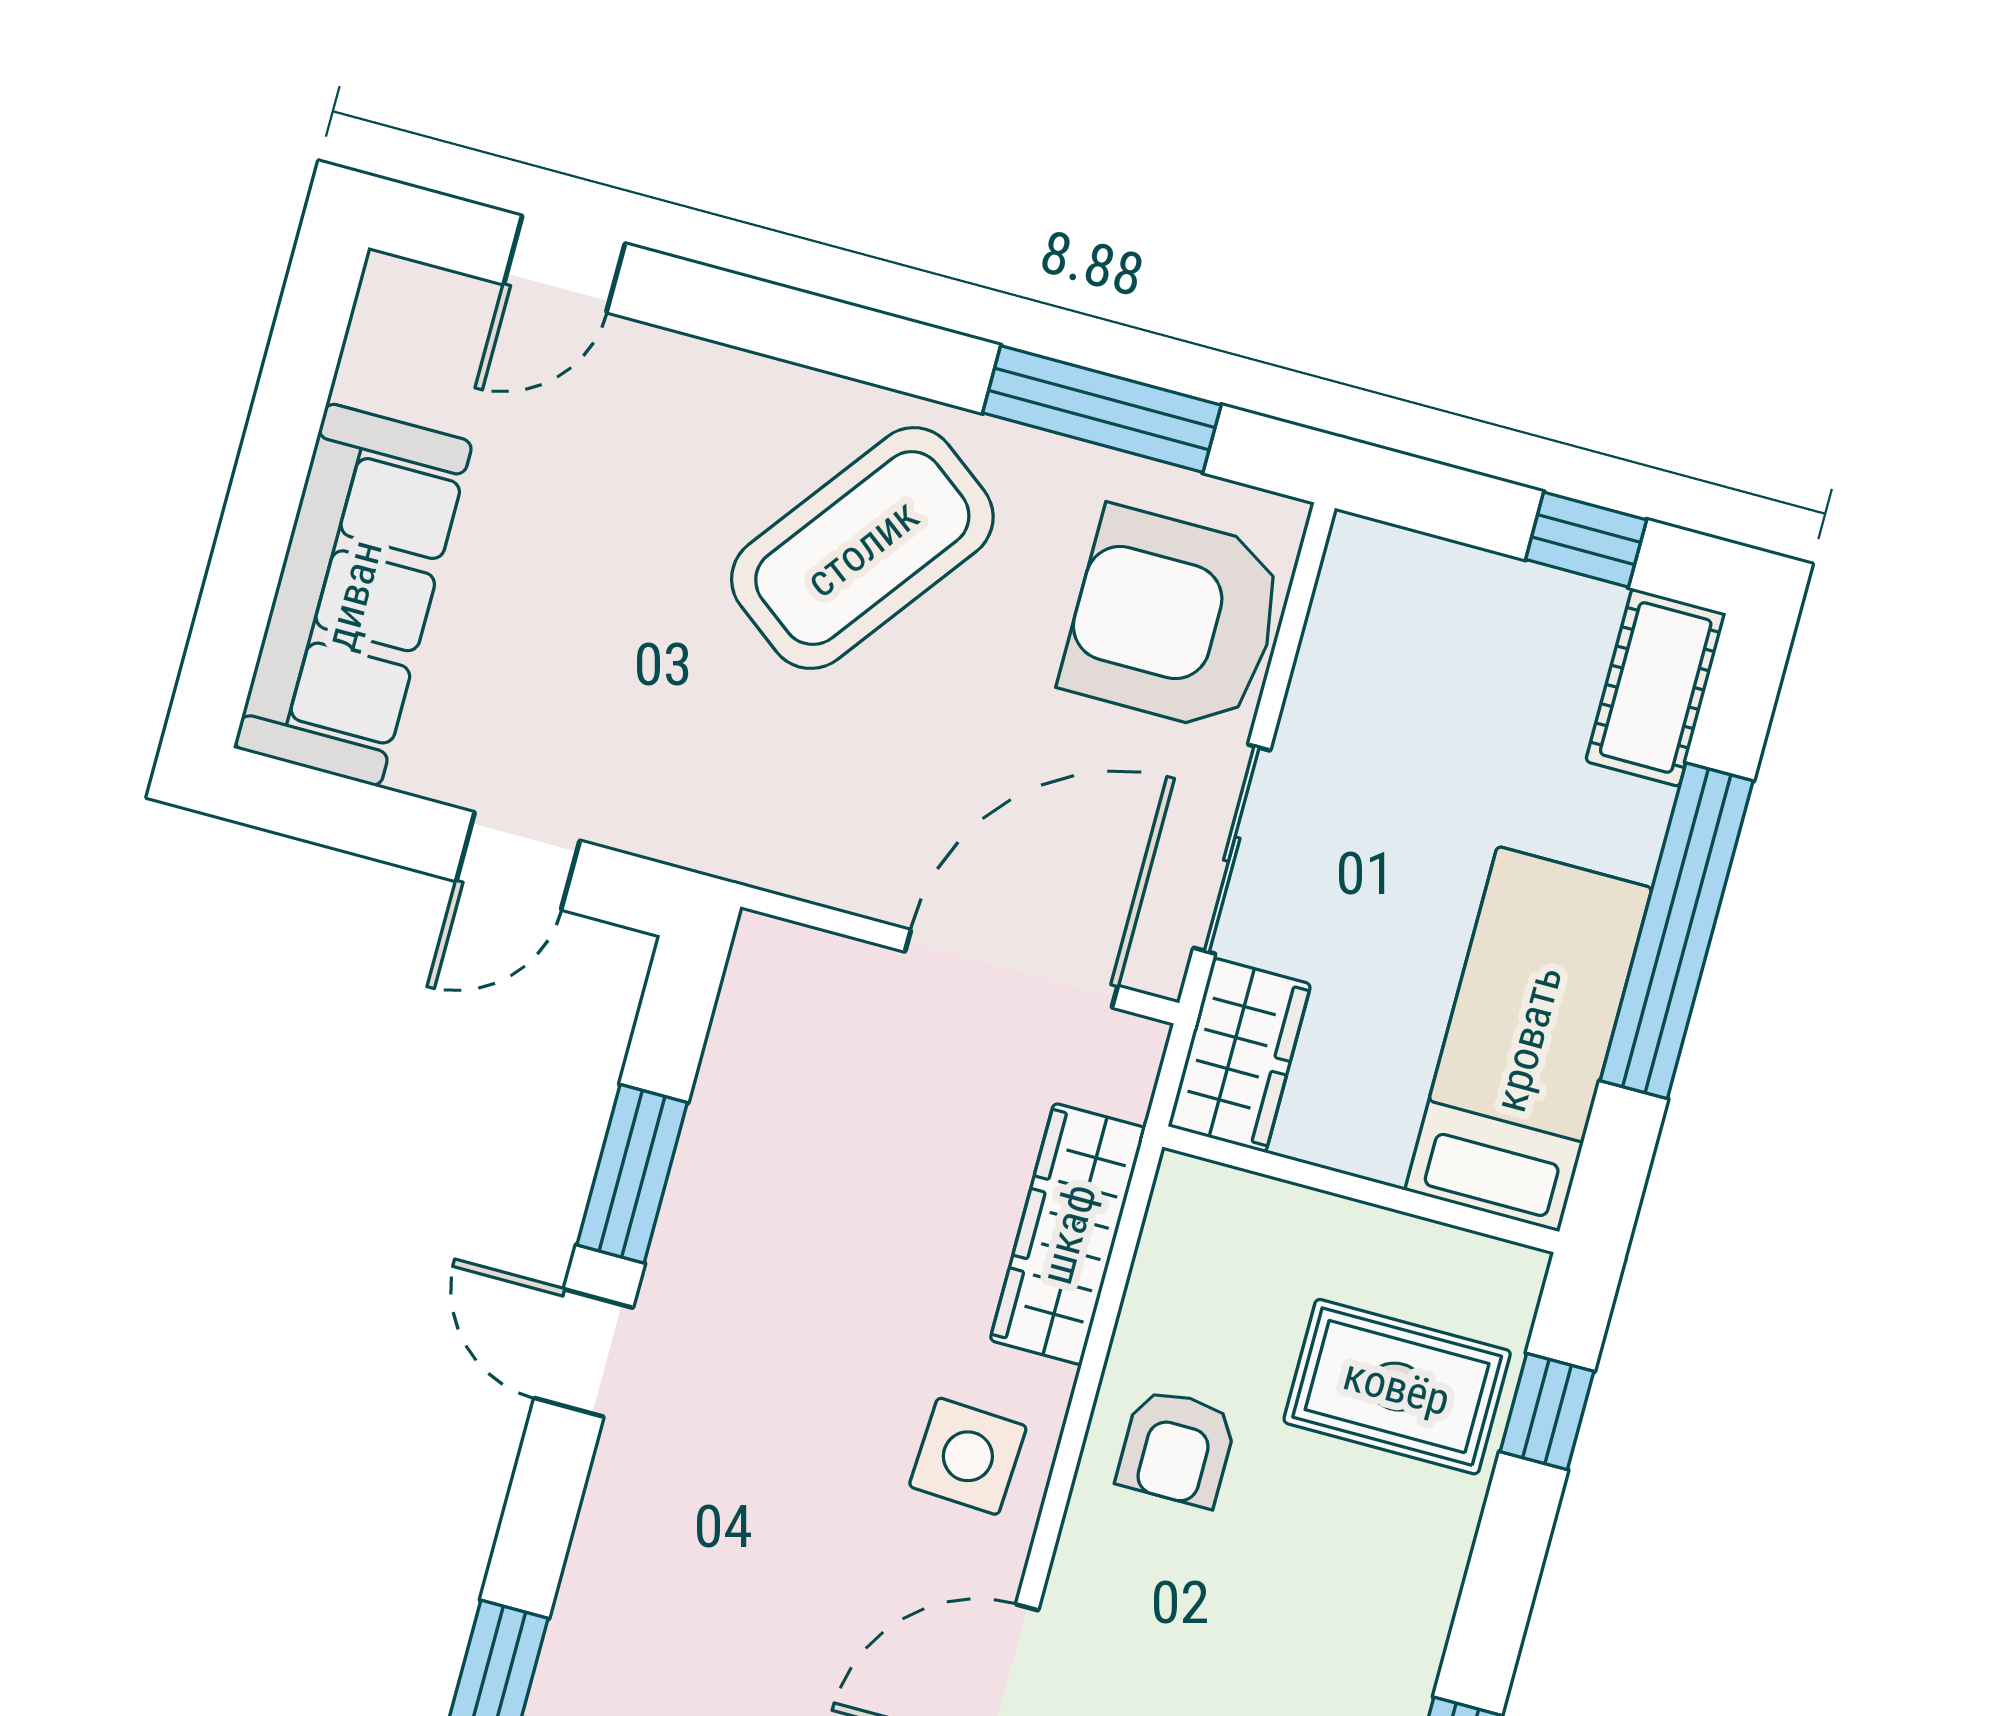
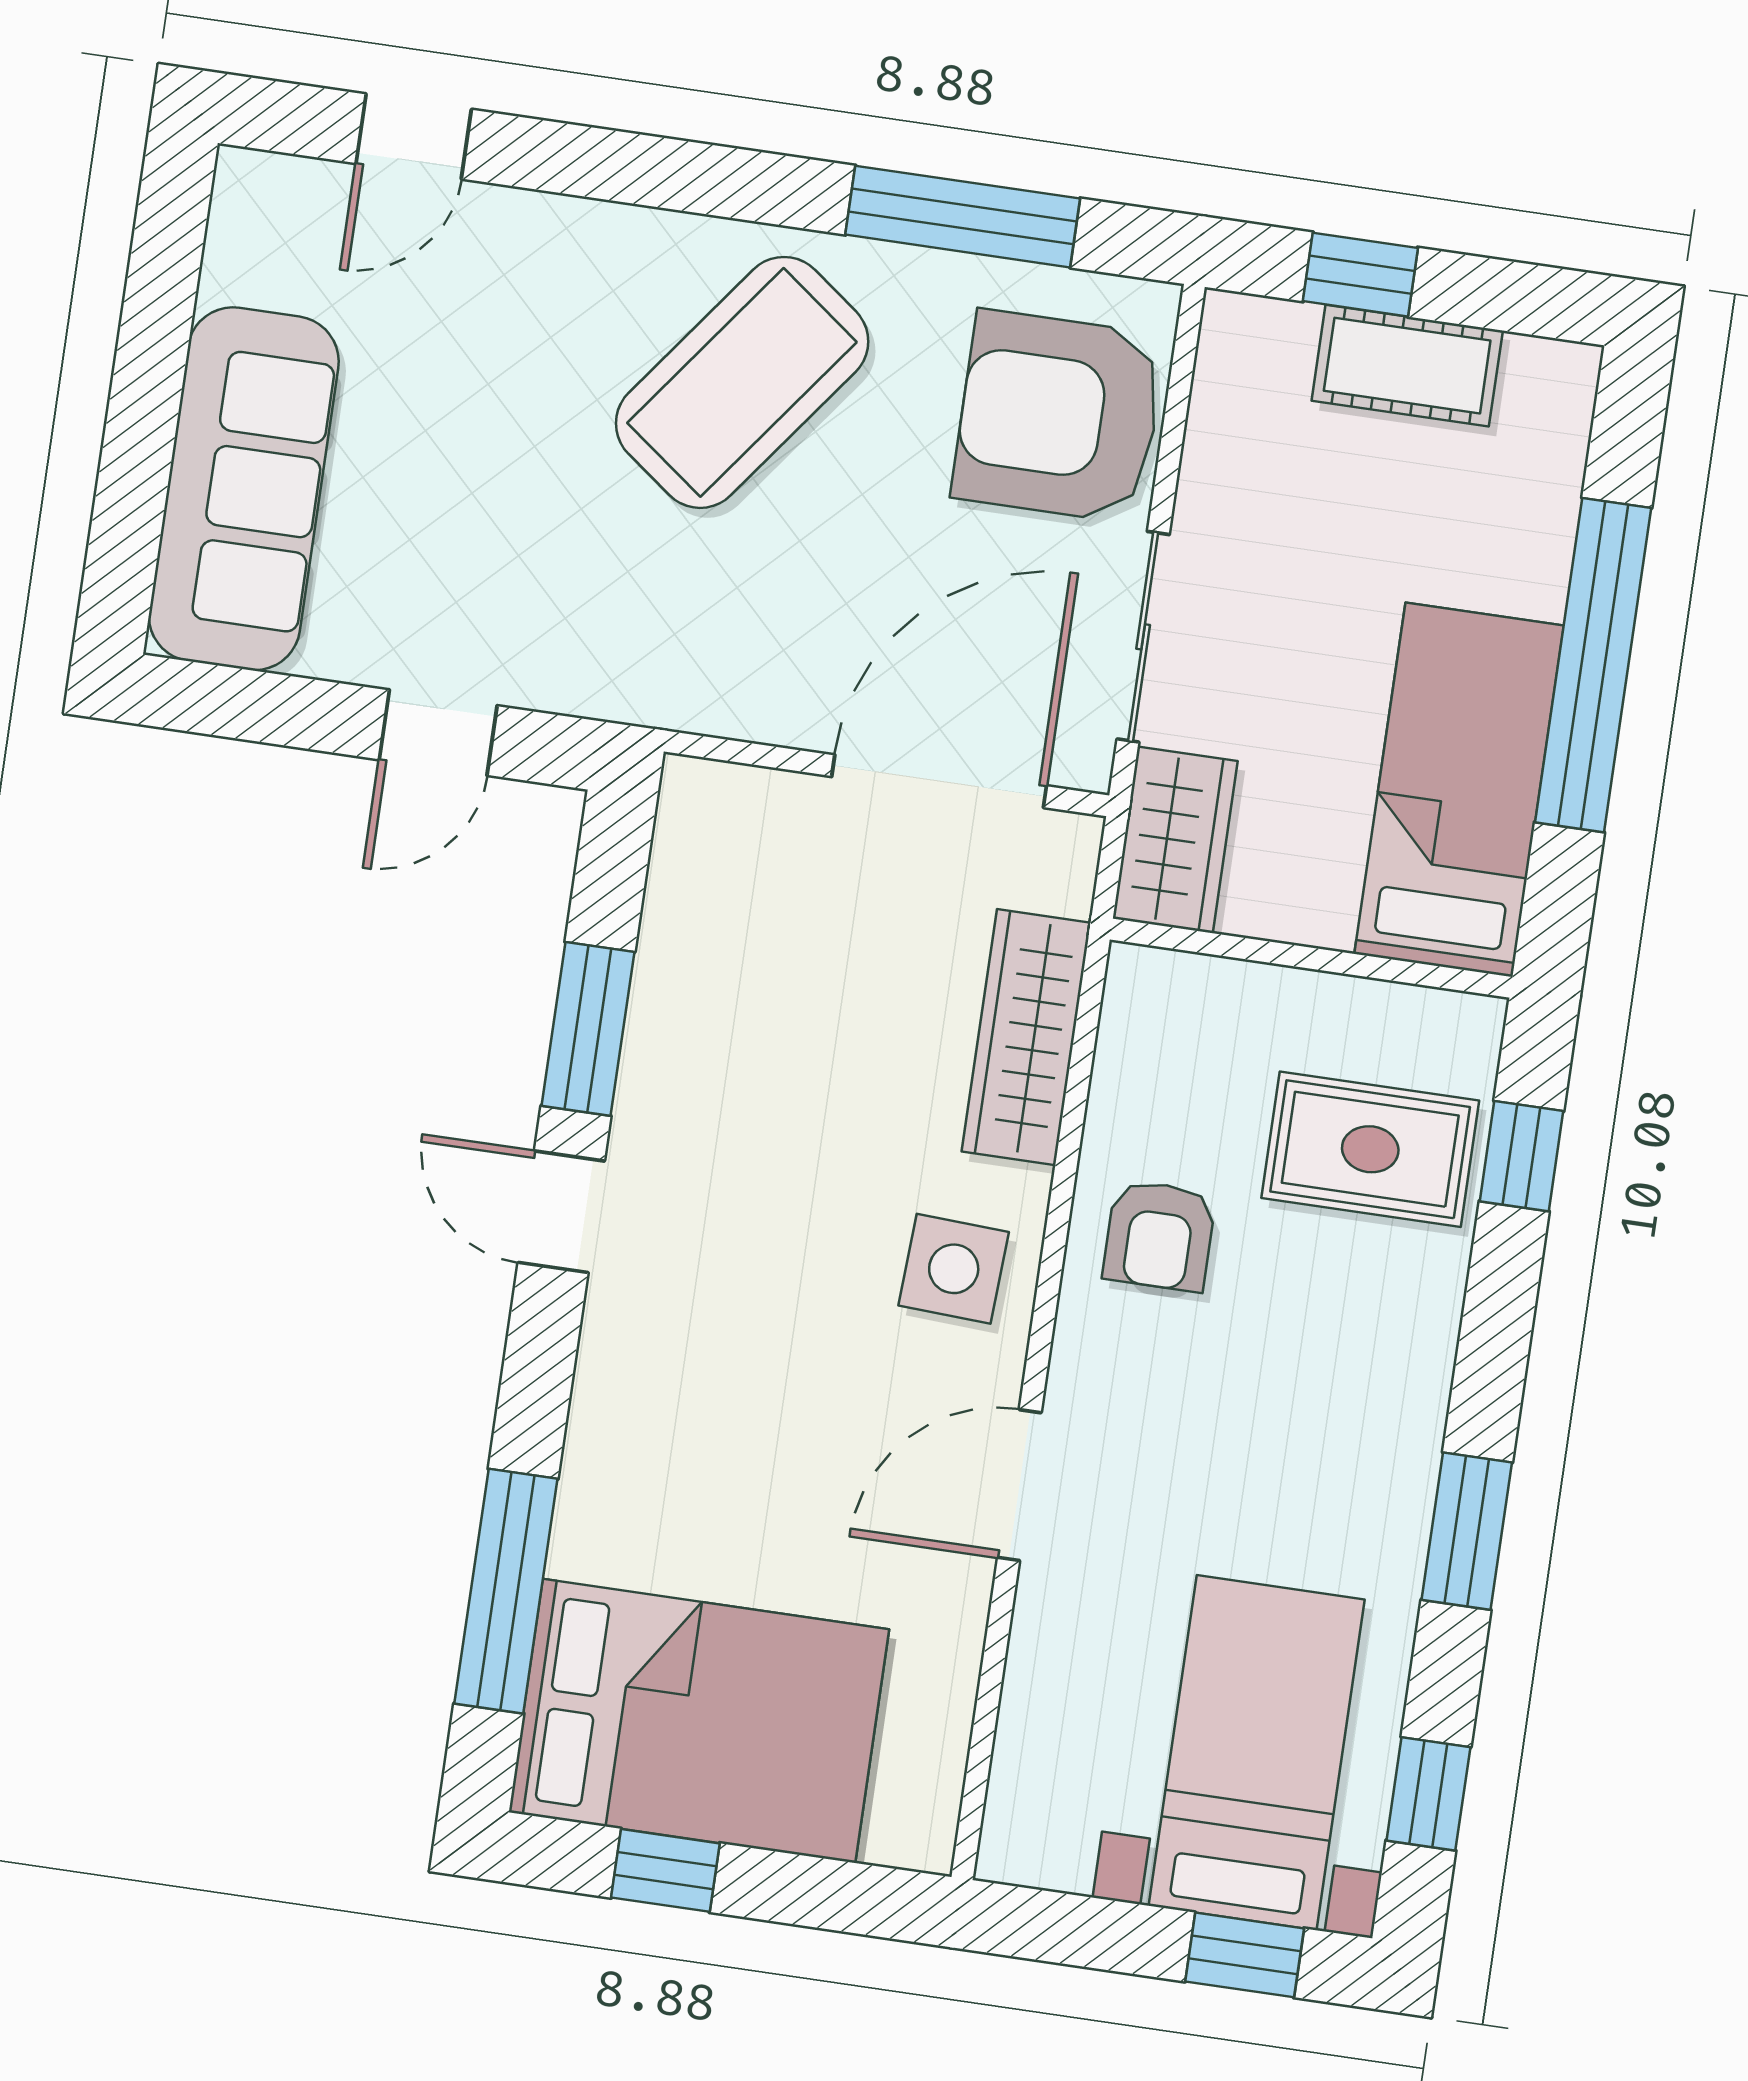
window: (1586, 540) -> (1360, 275), moved
cot: (1656, 687) -> (1407, 366), moved, turned 90

